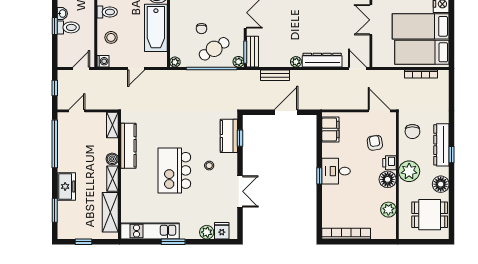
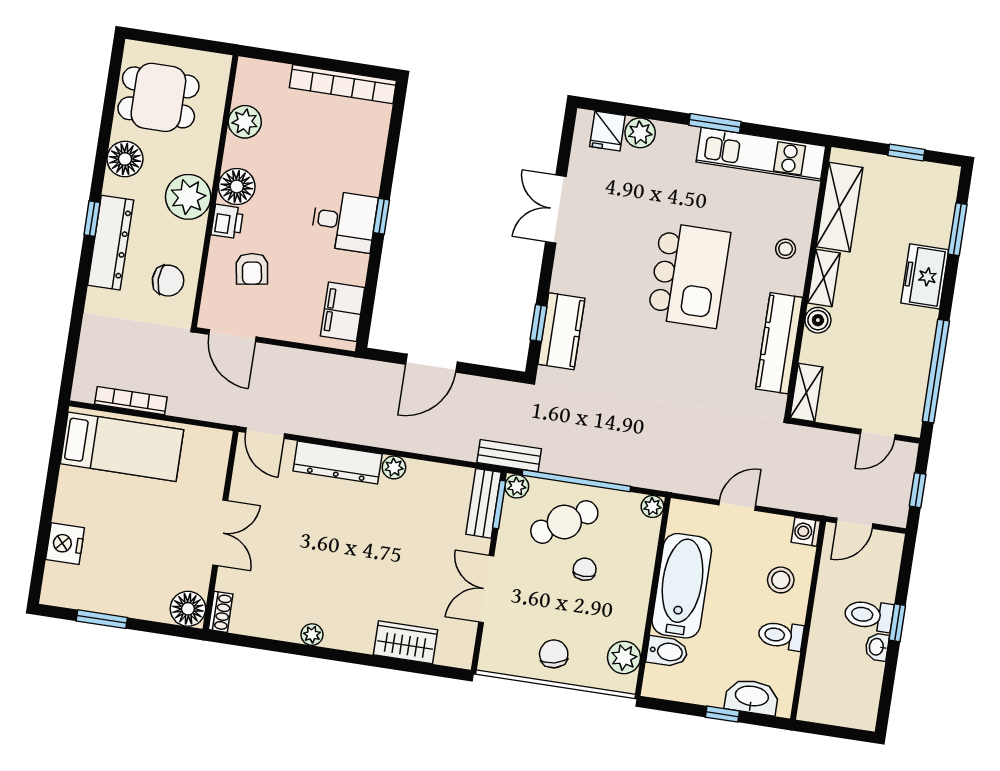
bed: (421, 26) -> (116, 502), removed
bench: (275, 75) -> (509, 456), moved
chair: (412, 132) -> (168, 281), turned 90
stool: (209, 166) -> (786, 249), moved

